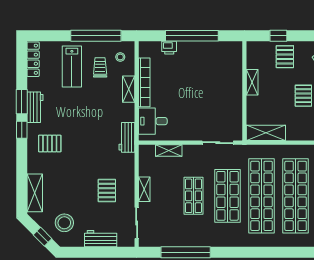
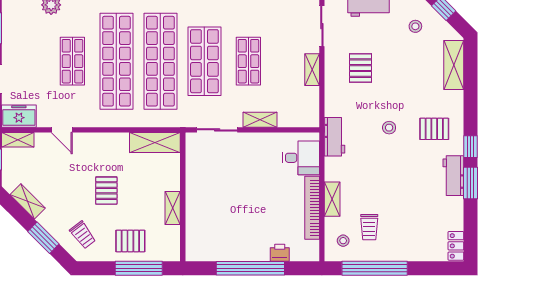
window: (278, 36) -> (139, 268), width x2.17
pallet: (285, 57) -> (130, 241), turned 90
locker: (33, 59) -> (456, 246), width x0.66
lab bench: (72, 67) -> (406, 228), removed
stool: (85, 144) -> (389, 128), added
shelving: (169, 151) -> (260, 120), moved
stool: (64, 223) -> (415, 26), width x0.53, depth x0.53

